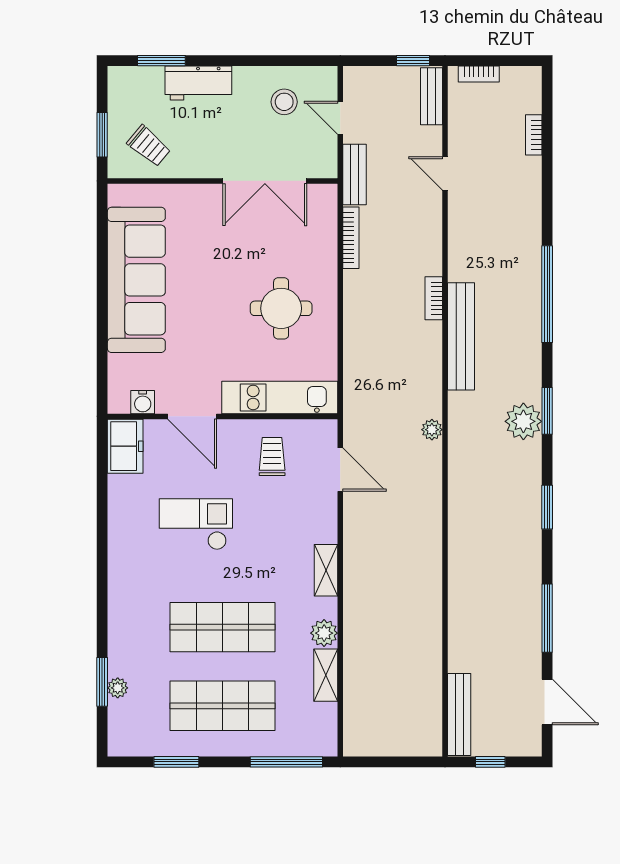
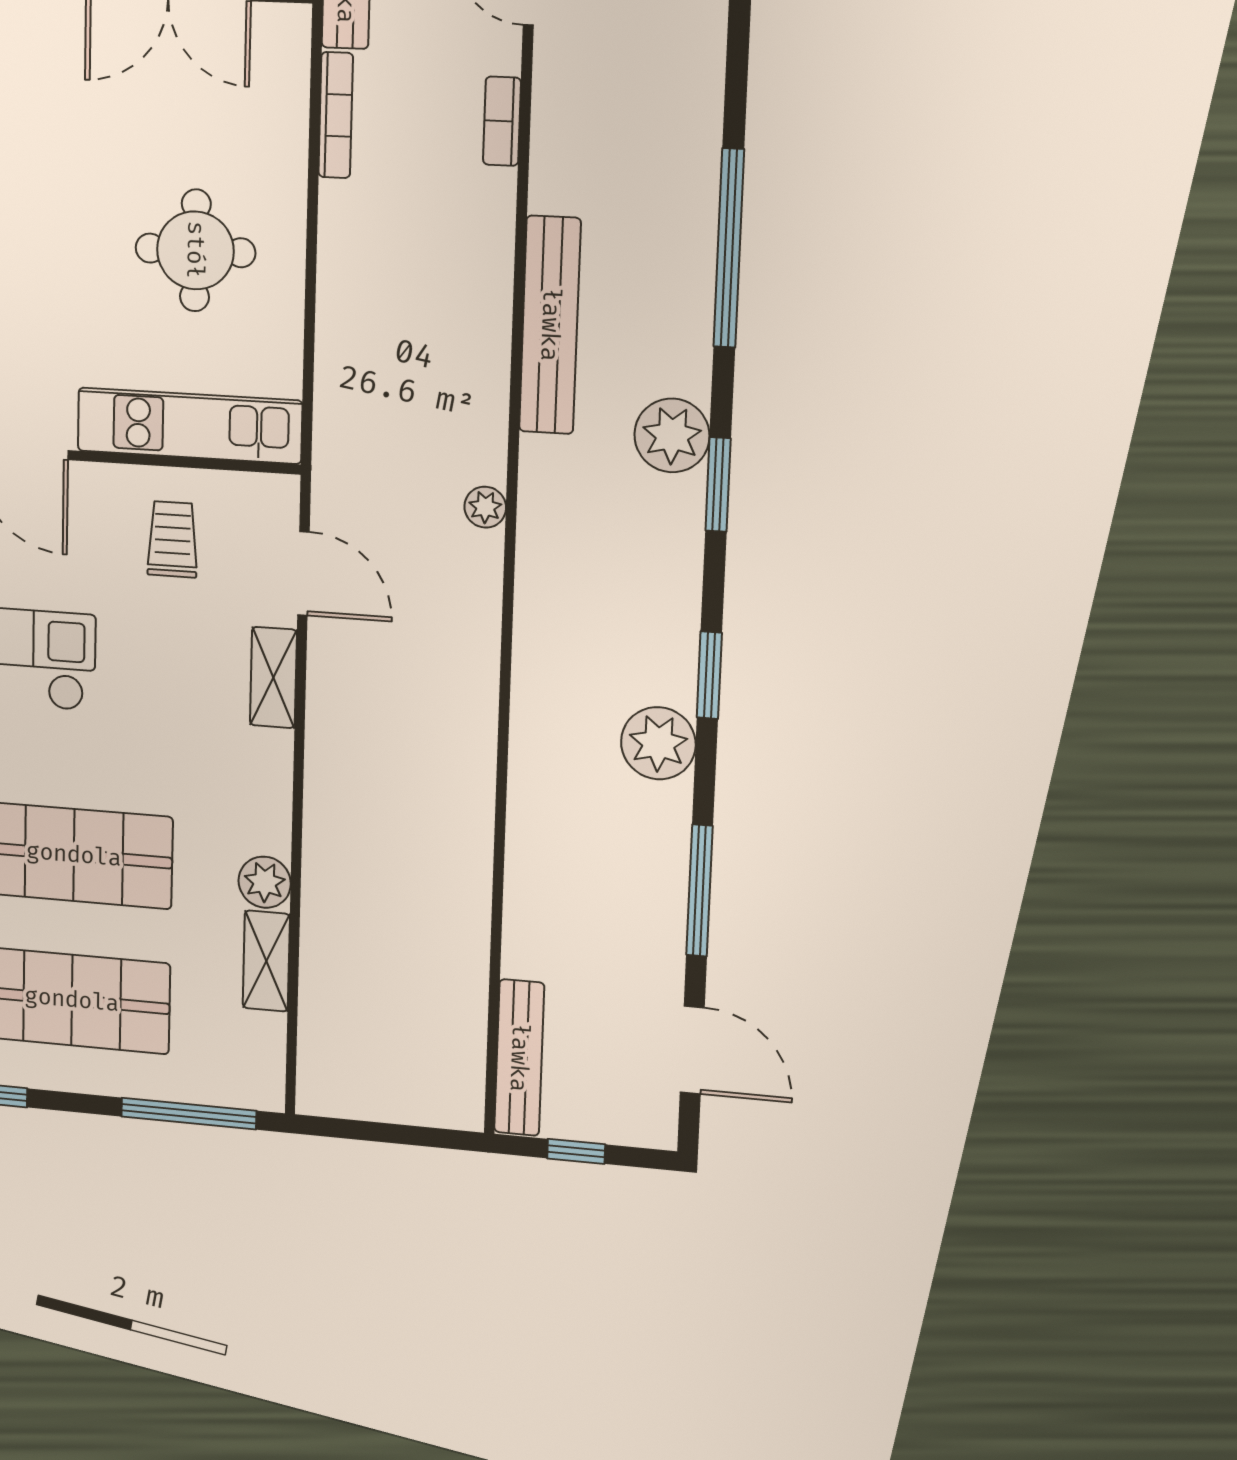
bookcase: (434, 298) -> (502, 121), moved
plant: (523, 421) -> (672, 435), moved
plant: (523, 544) -> (658, 743), added
shelving: (326, 570) -> (273, 678), moved

